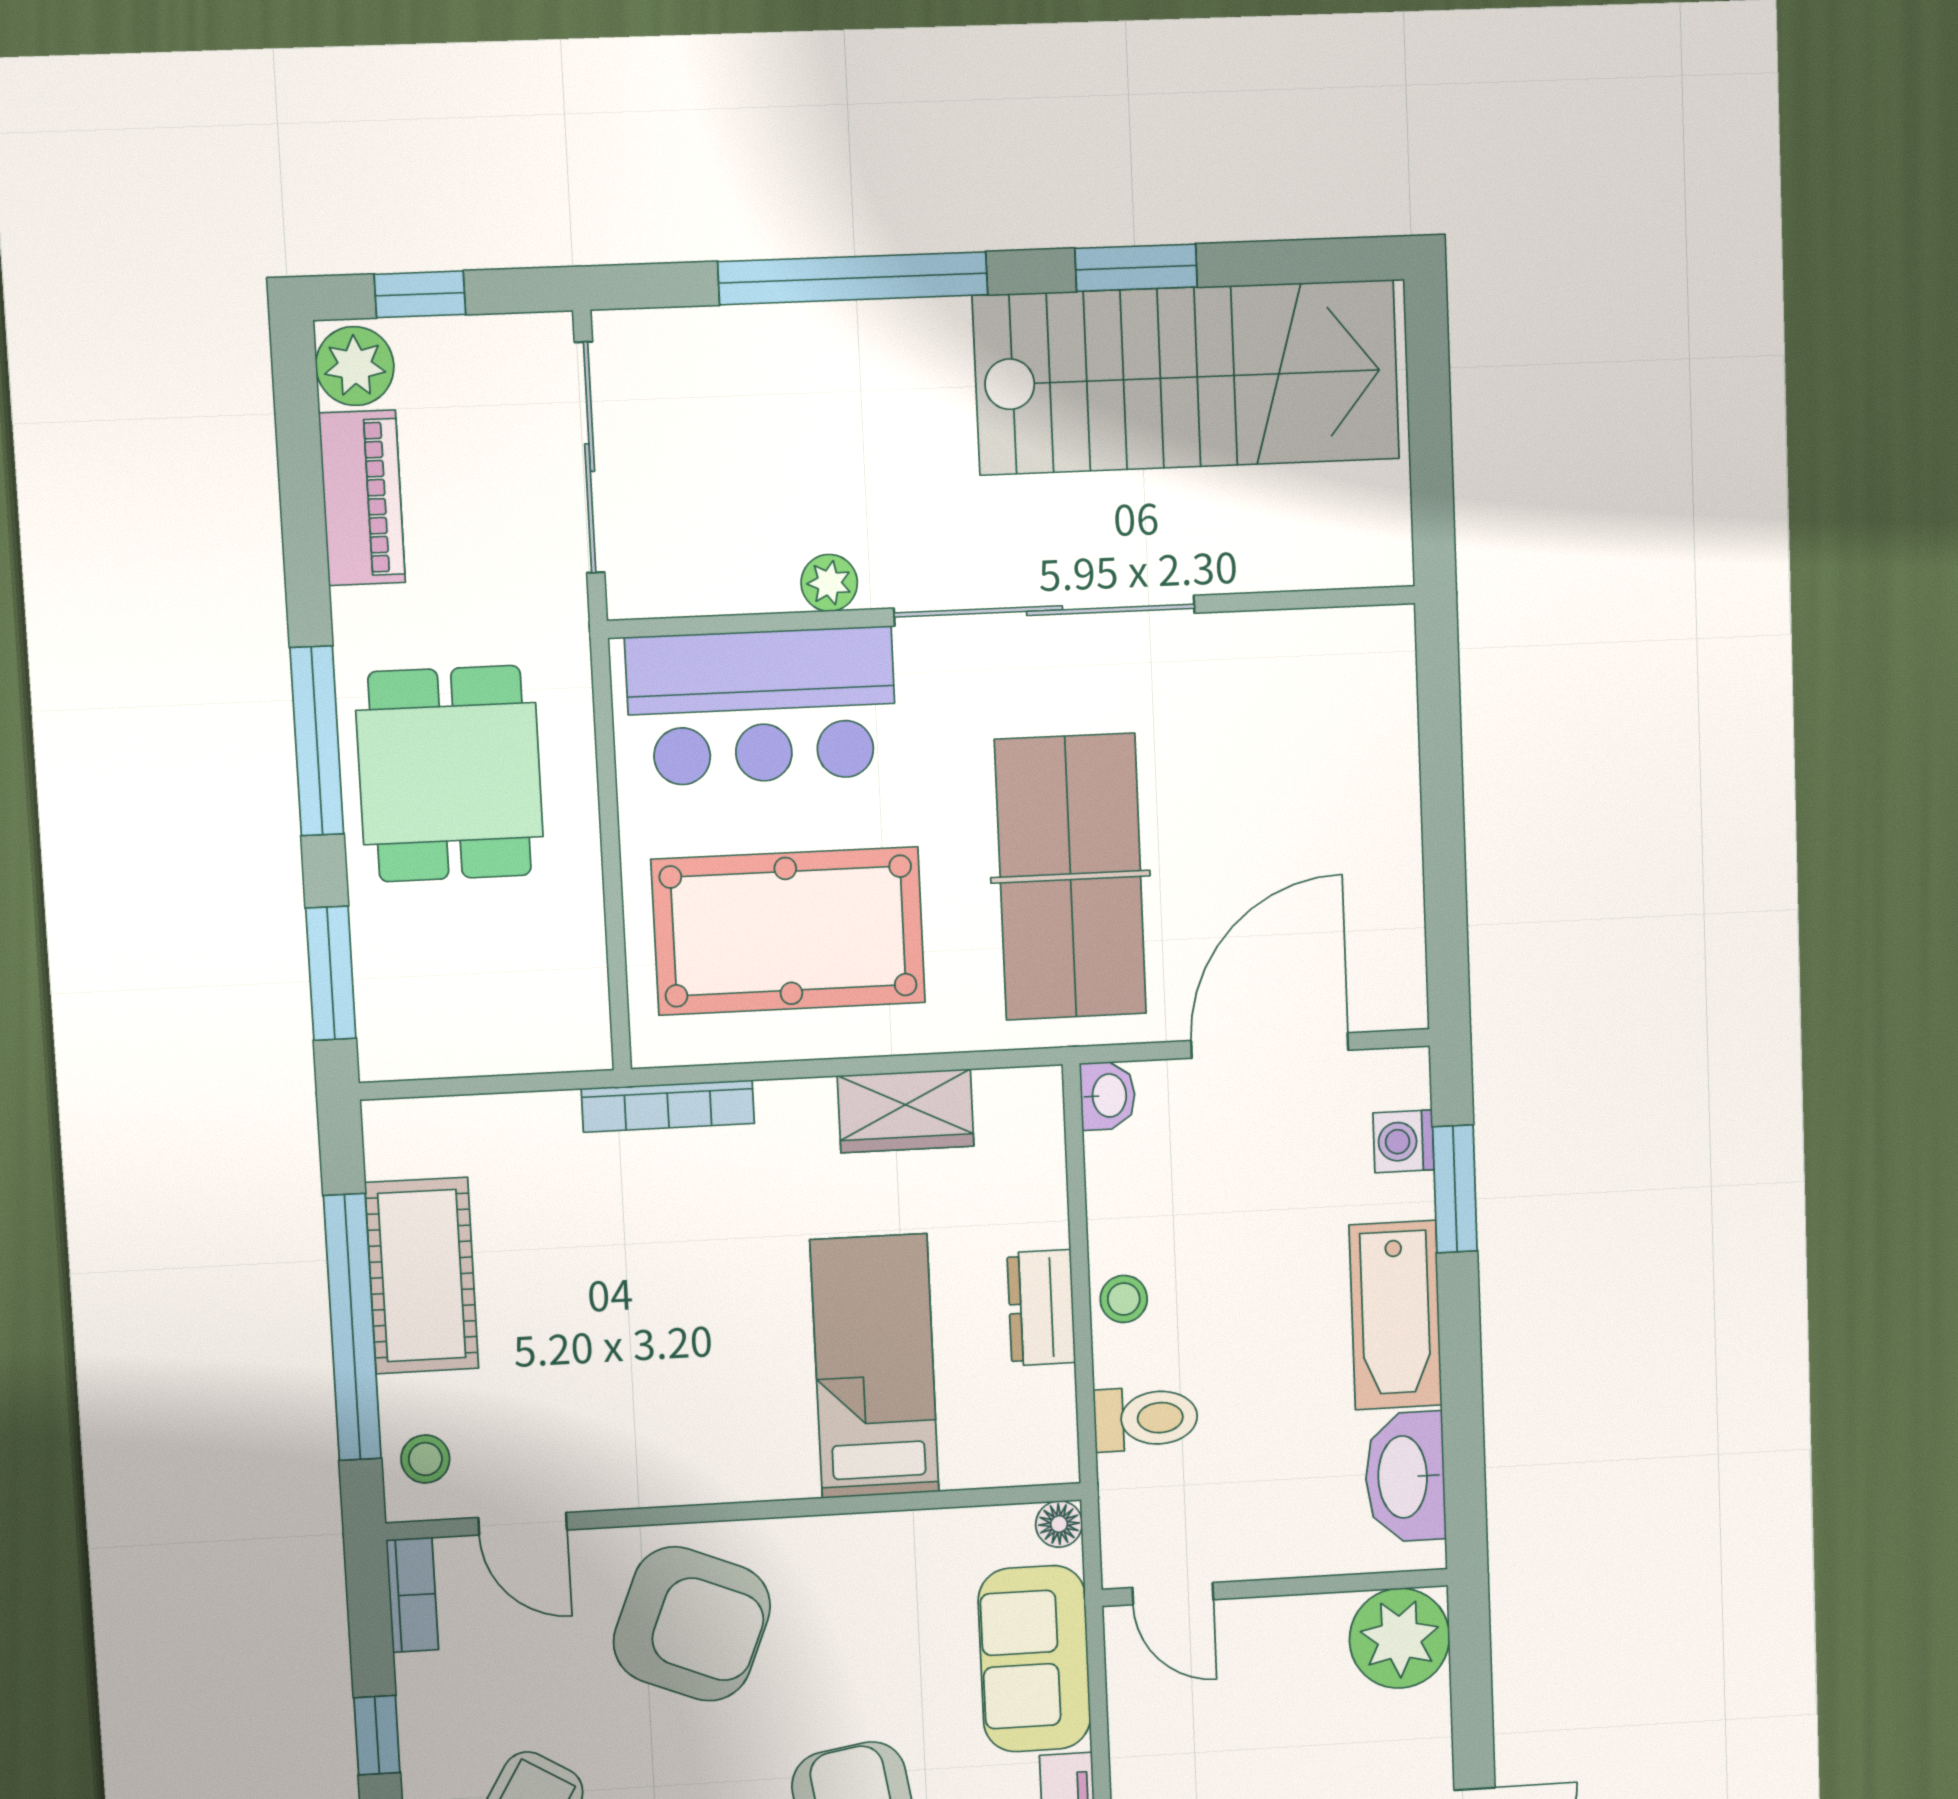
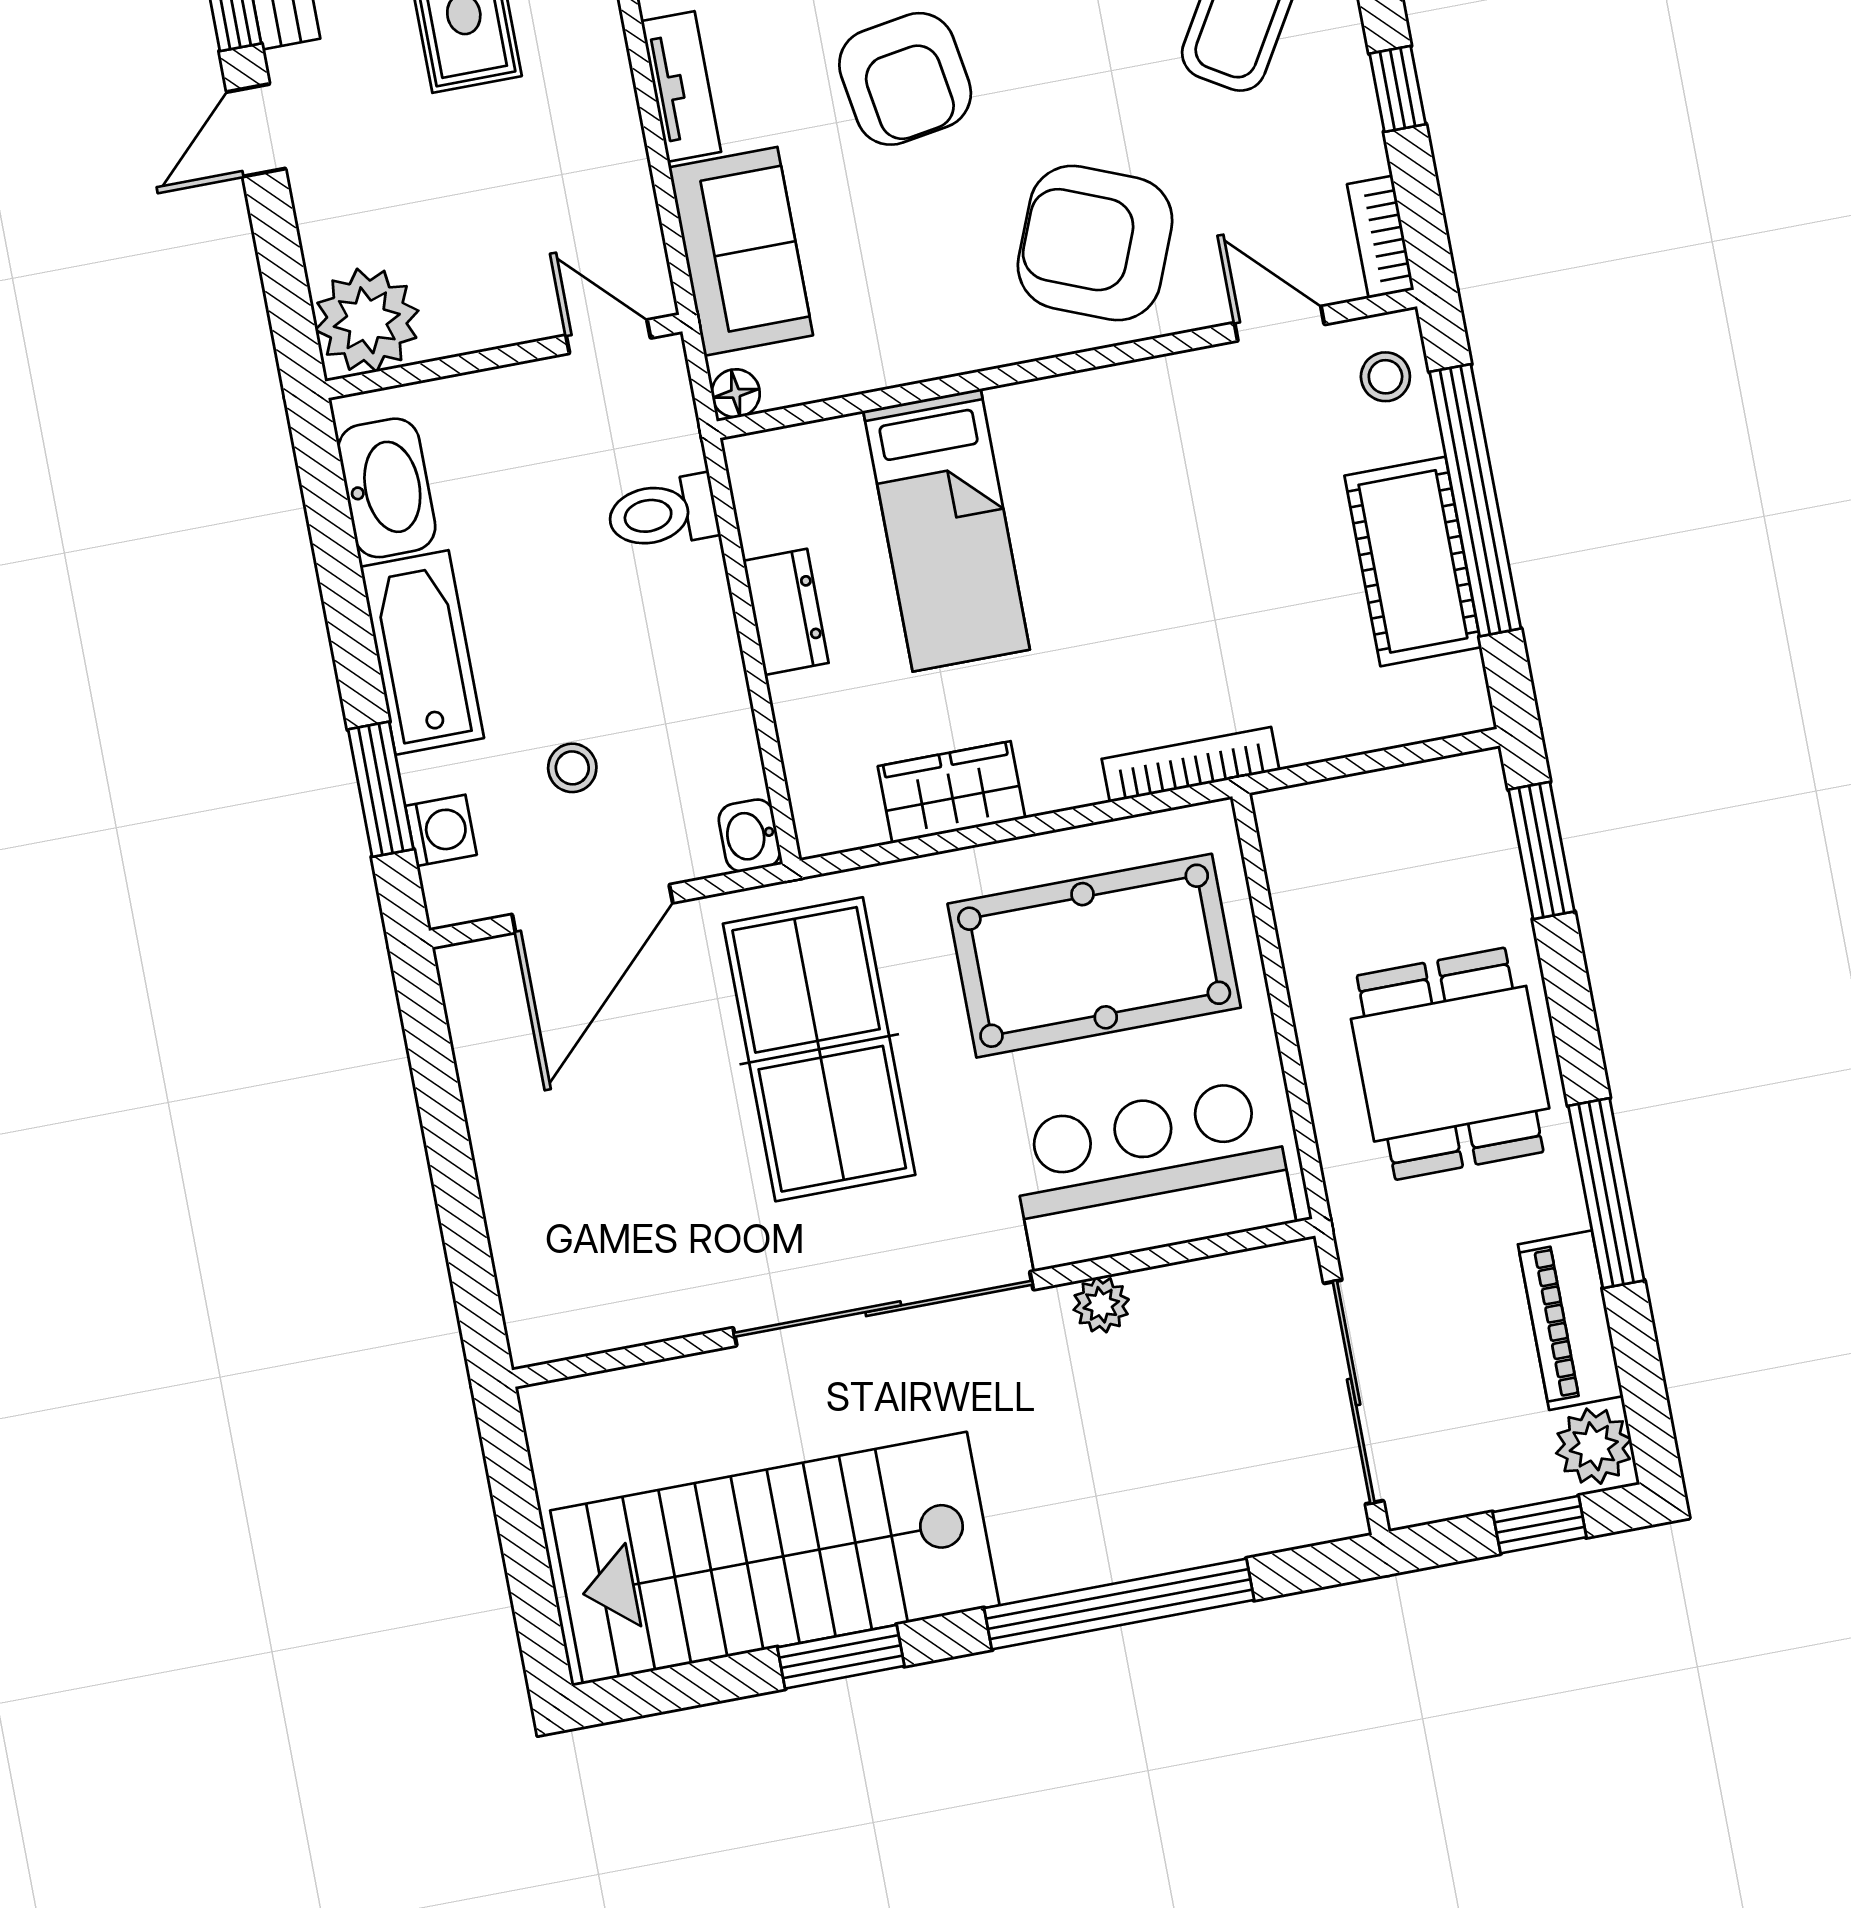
window: (317, 741) -> (1606, 1193), moved
stool: (1124, 1299) -> (572, 768), moved

